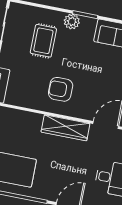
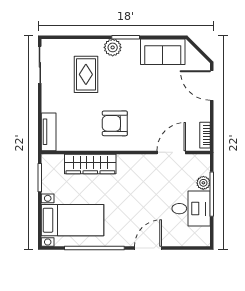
wardrobe: (66, 128) -> (90, 164), moved

